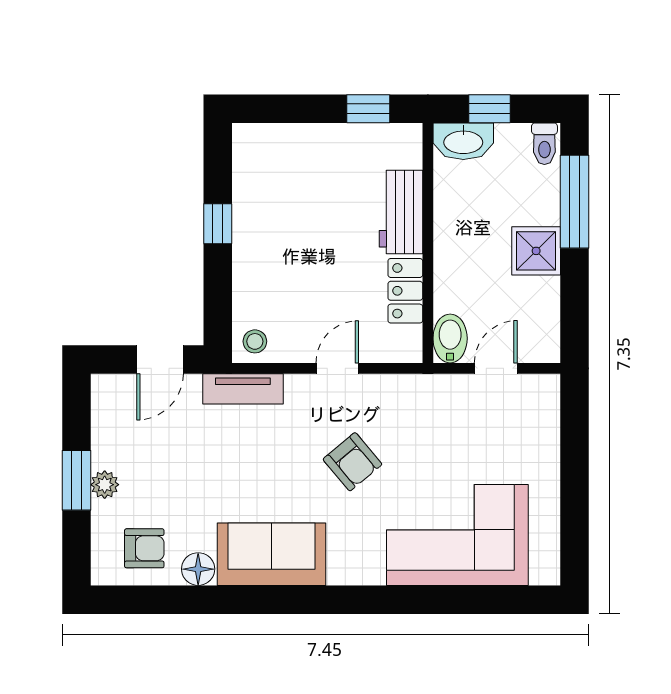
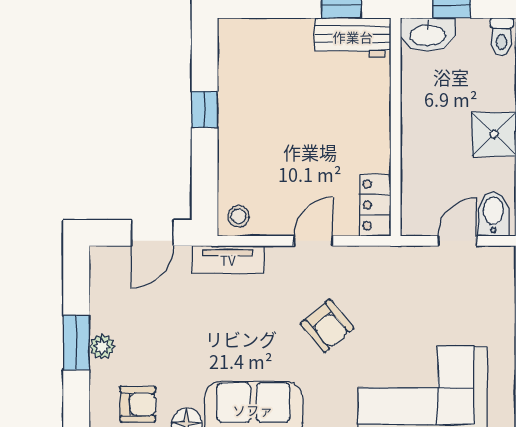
workbench: (401, 212) -> (353, 37), moved, turned -90
locker: (405, 291) -> (375, 205), moved
bidet: (450, 338) -> (493, 214), moved

